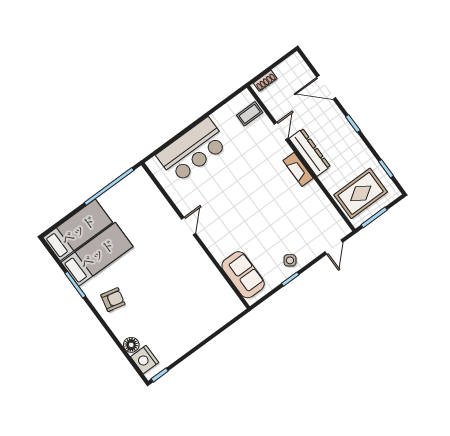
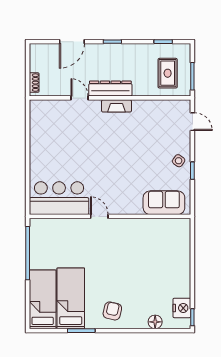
coffee table: (250, 114) -> (50, 112), removed
bar counter: (192, 150) -> (59, 198), moved, turned -90
rug: (361, 193) -> (168, 73), width x0.73, depth x0.70
nightstand: (145, 360) -> (182, 308), moved, turned -90

